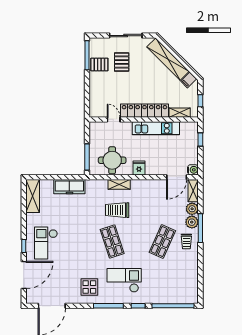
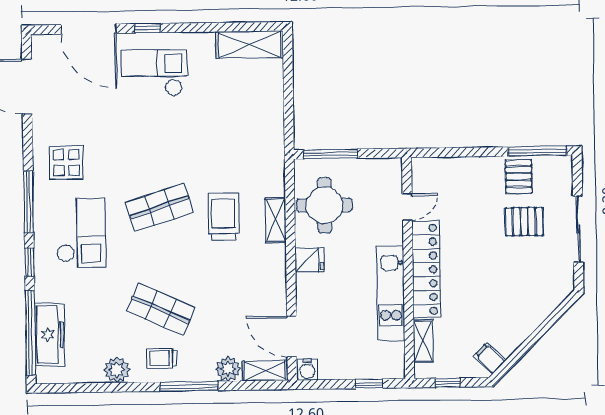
shelving: (168, 59) -> (531, 316), removed
freezer: (69, 187) -> (50, 335), moved, turned 180
plant: (192, 222) -> (117, 370), moved

